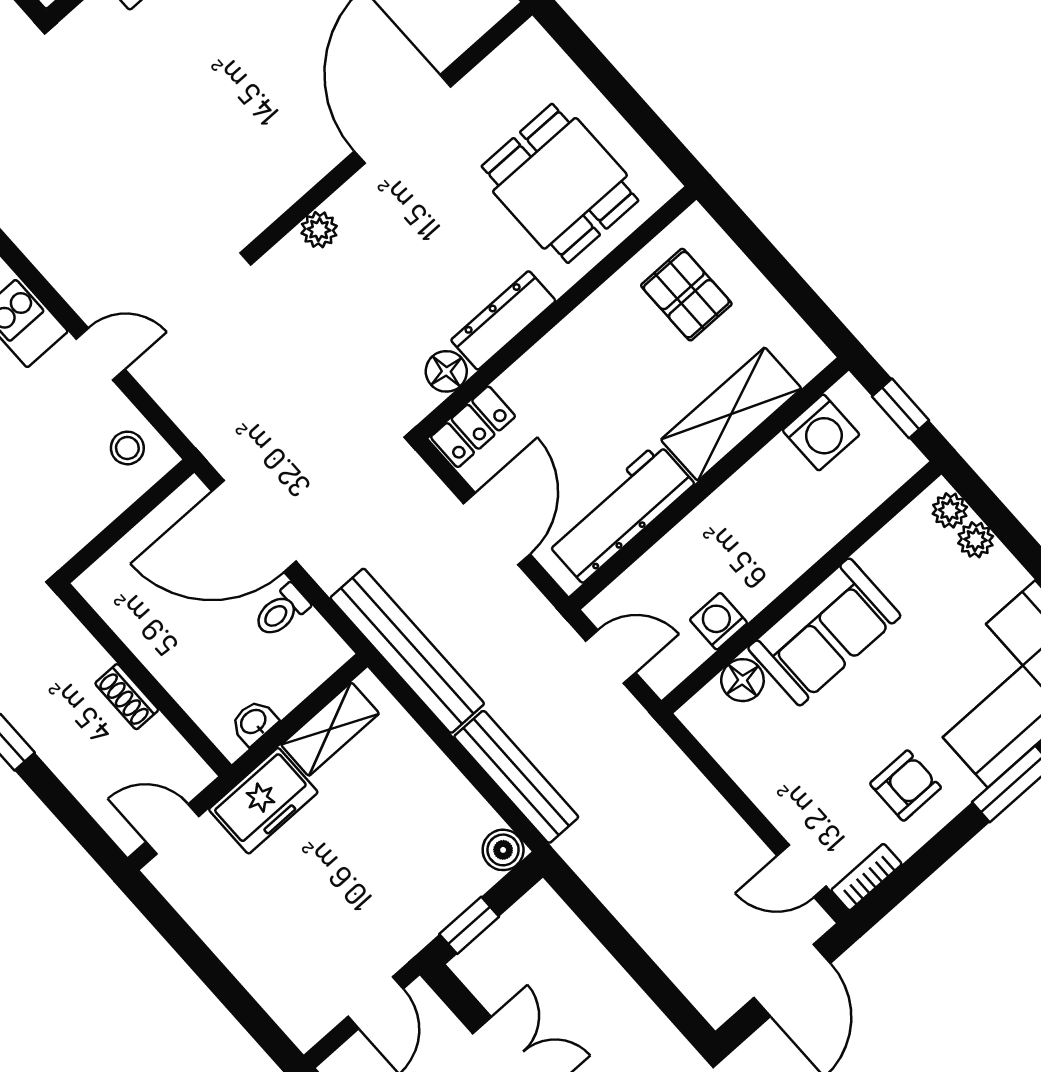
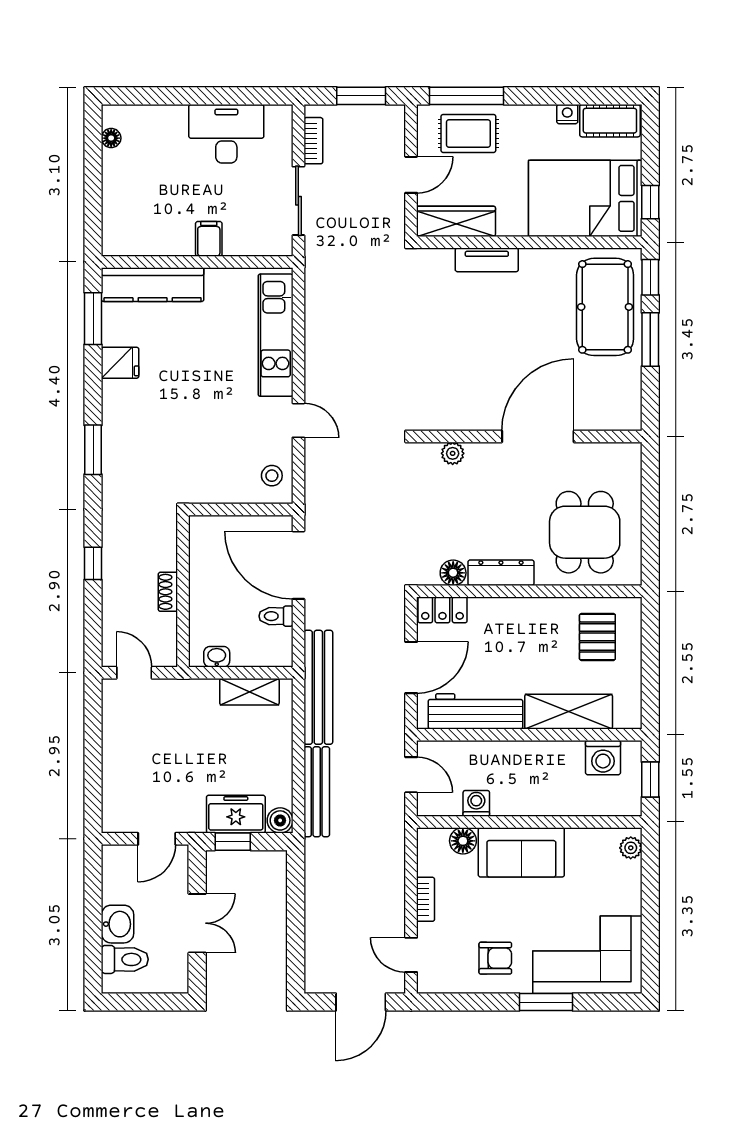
plant: (976, 540) -> (631, 872), removed
freezer: (263, 801) -> (236, 814), moved, turned 180
bookcase: (866, 877) -> (426, 899), moved, turned 90

